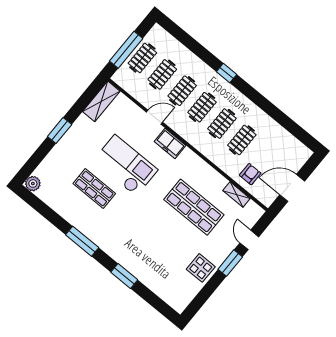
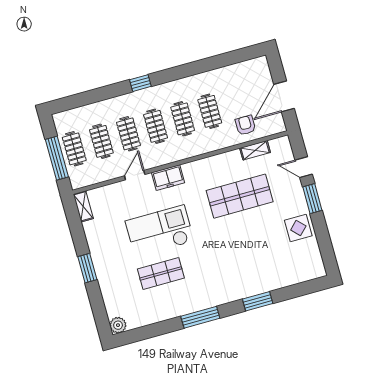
shelving: (101, 101) -> (83, 206), width x0.67, depth x0.75

